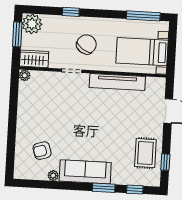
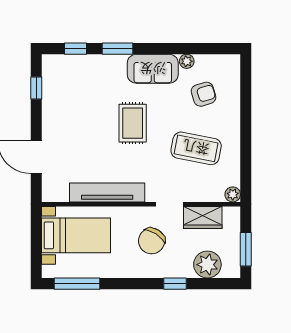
plant: (32, 24) -> (207, 265), moved
wardrobe: (34, 59) -> (203, 217), moved
coffee table: (50, 111) -> (196, 148), added
rug: (145, 153) -> (133, 123), moved
sofa: (85, 172) -> (153, 69), width x0.73

